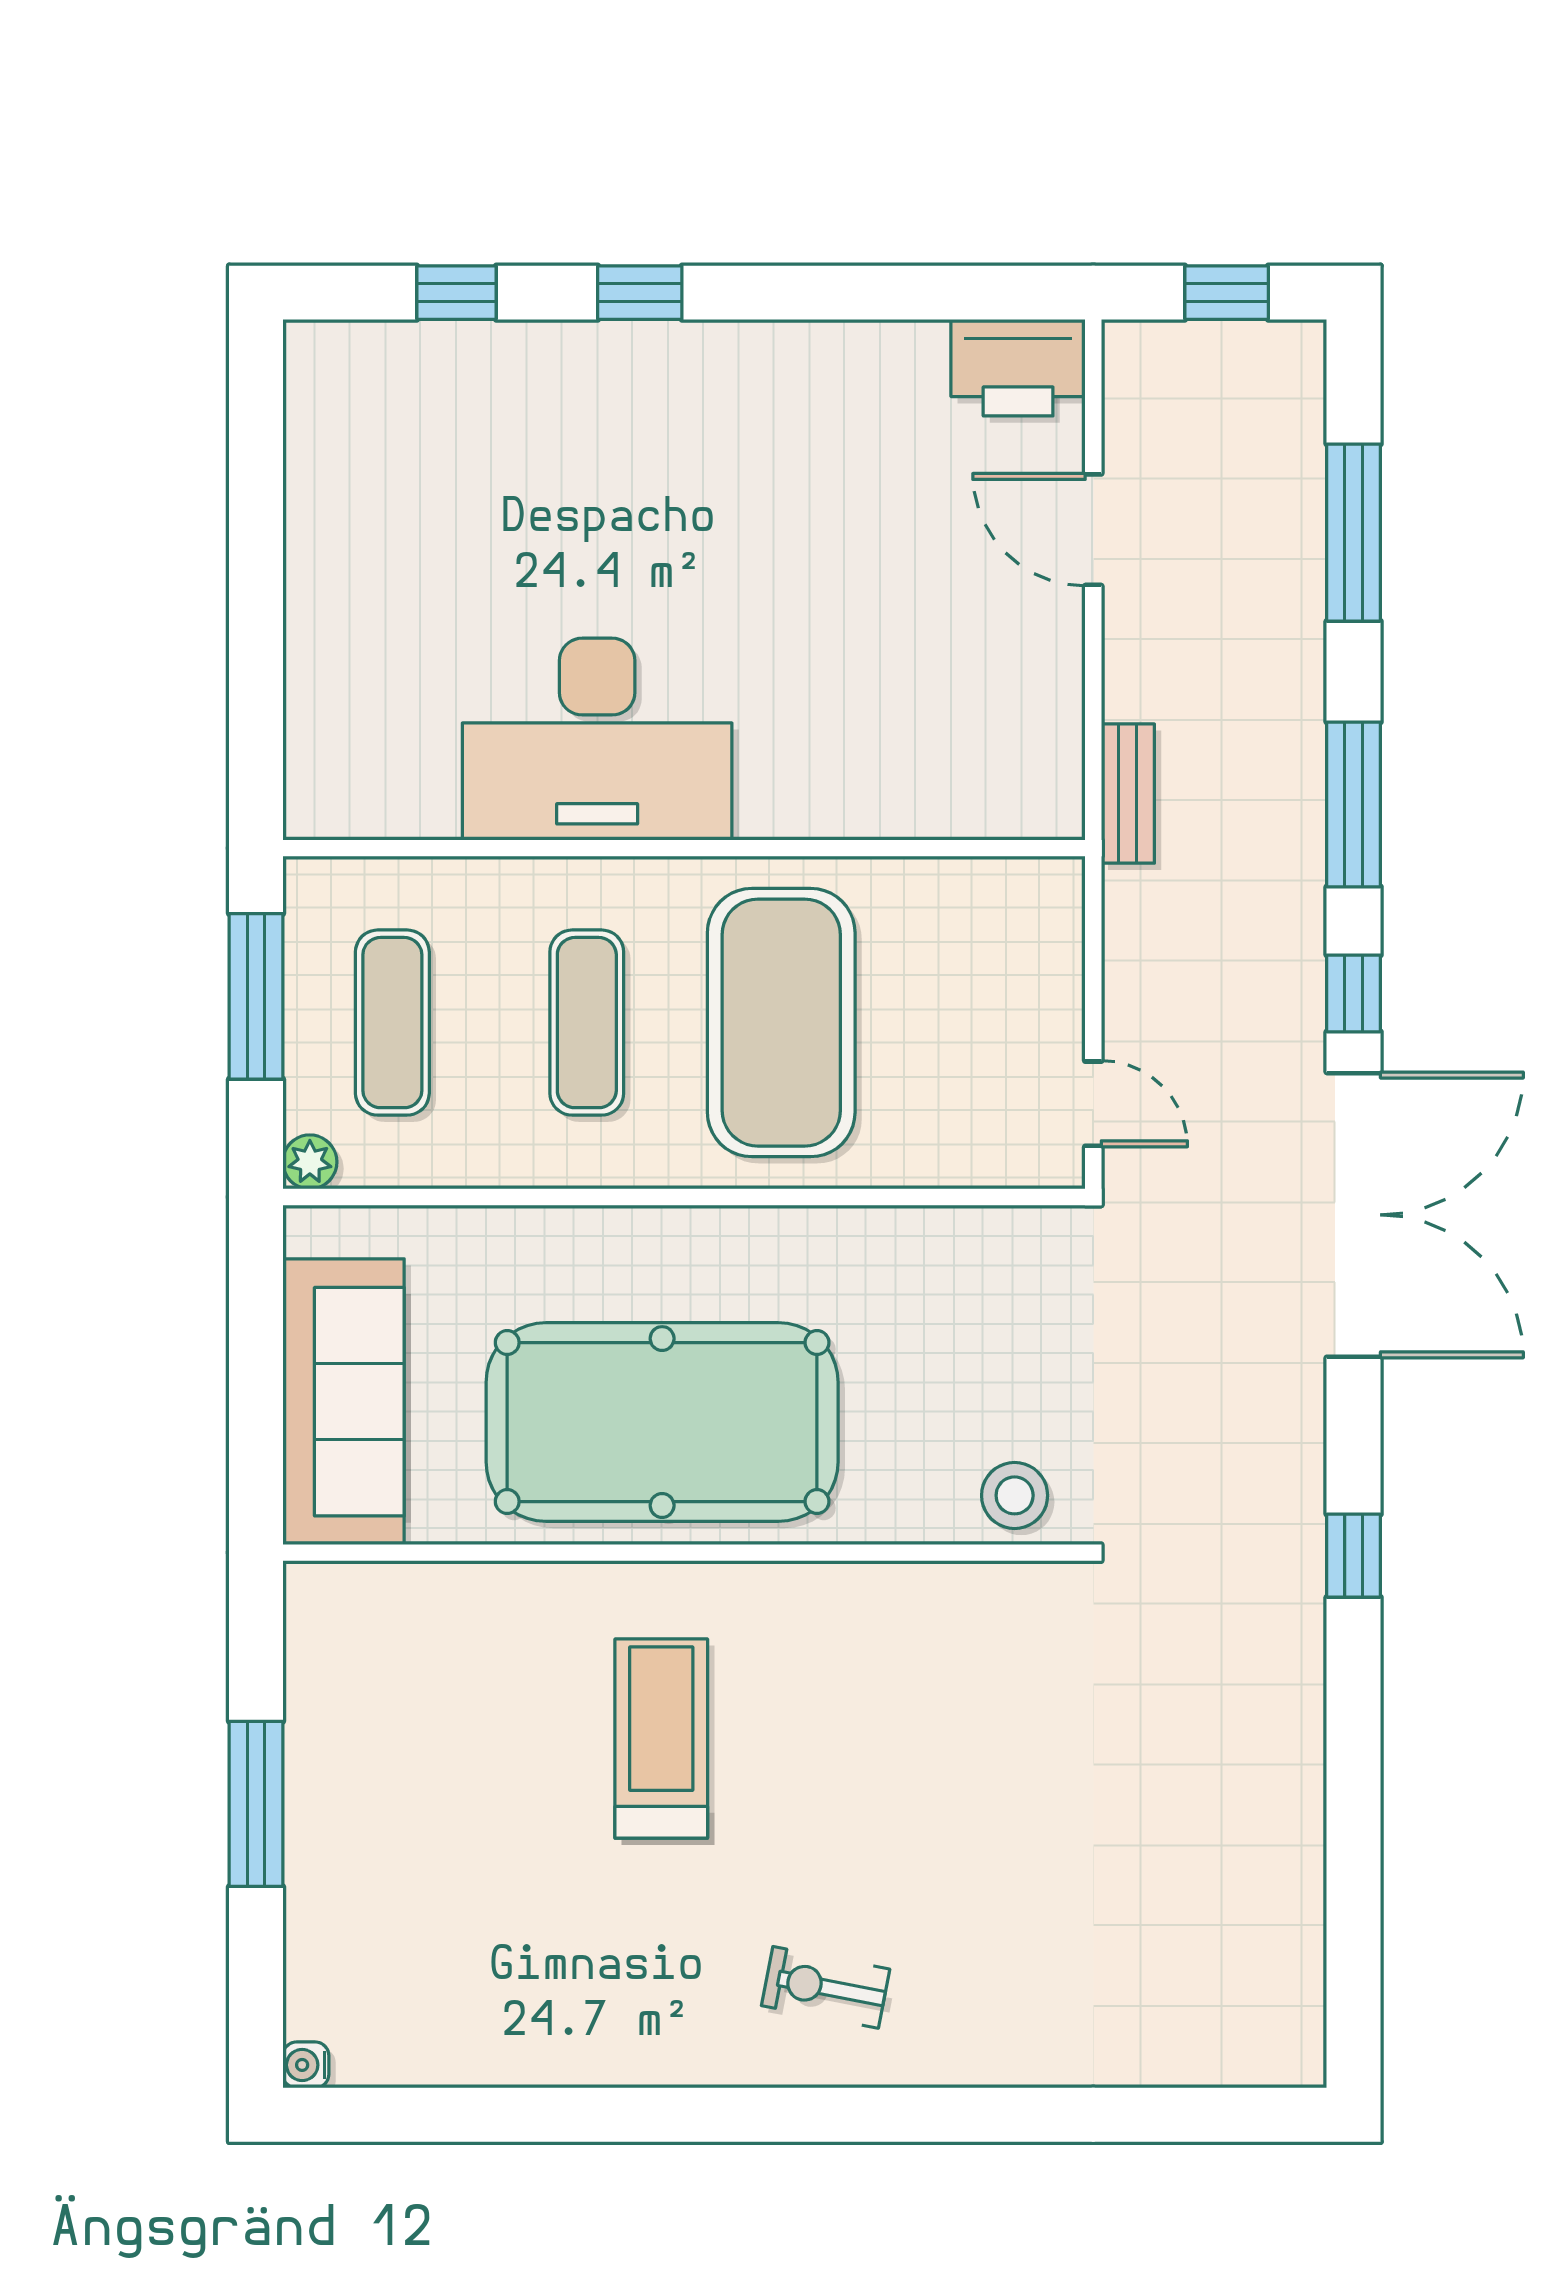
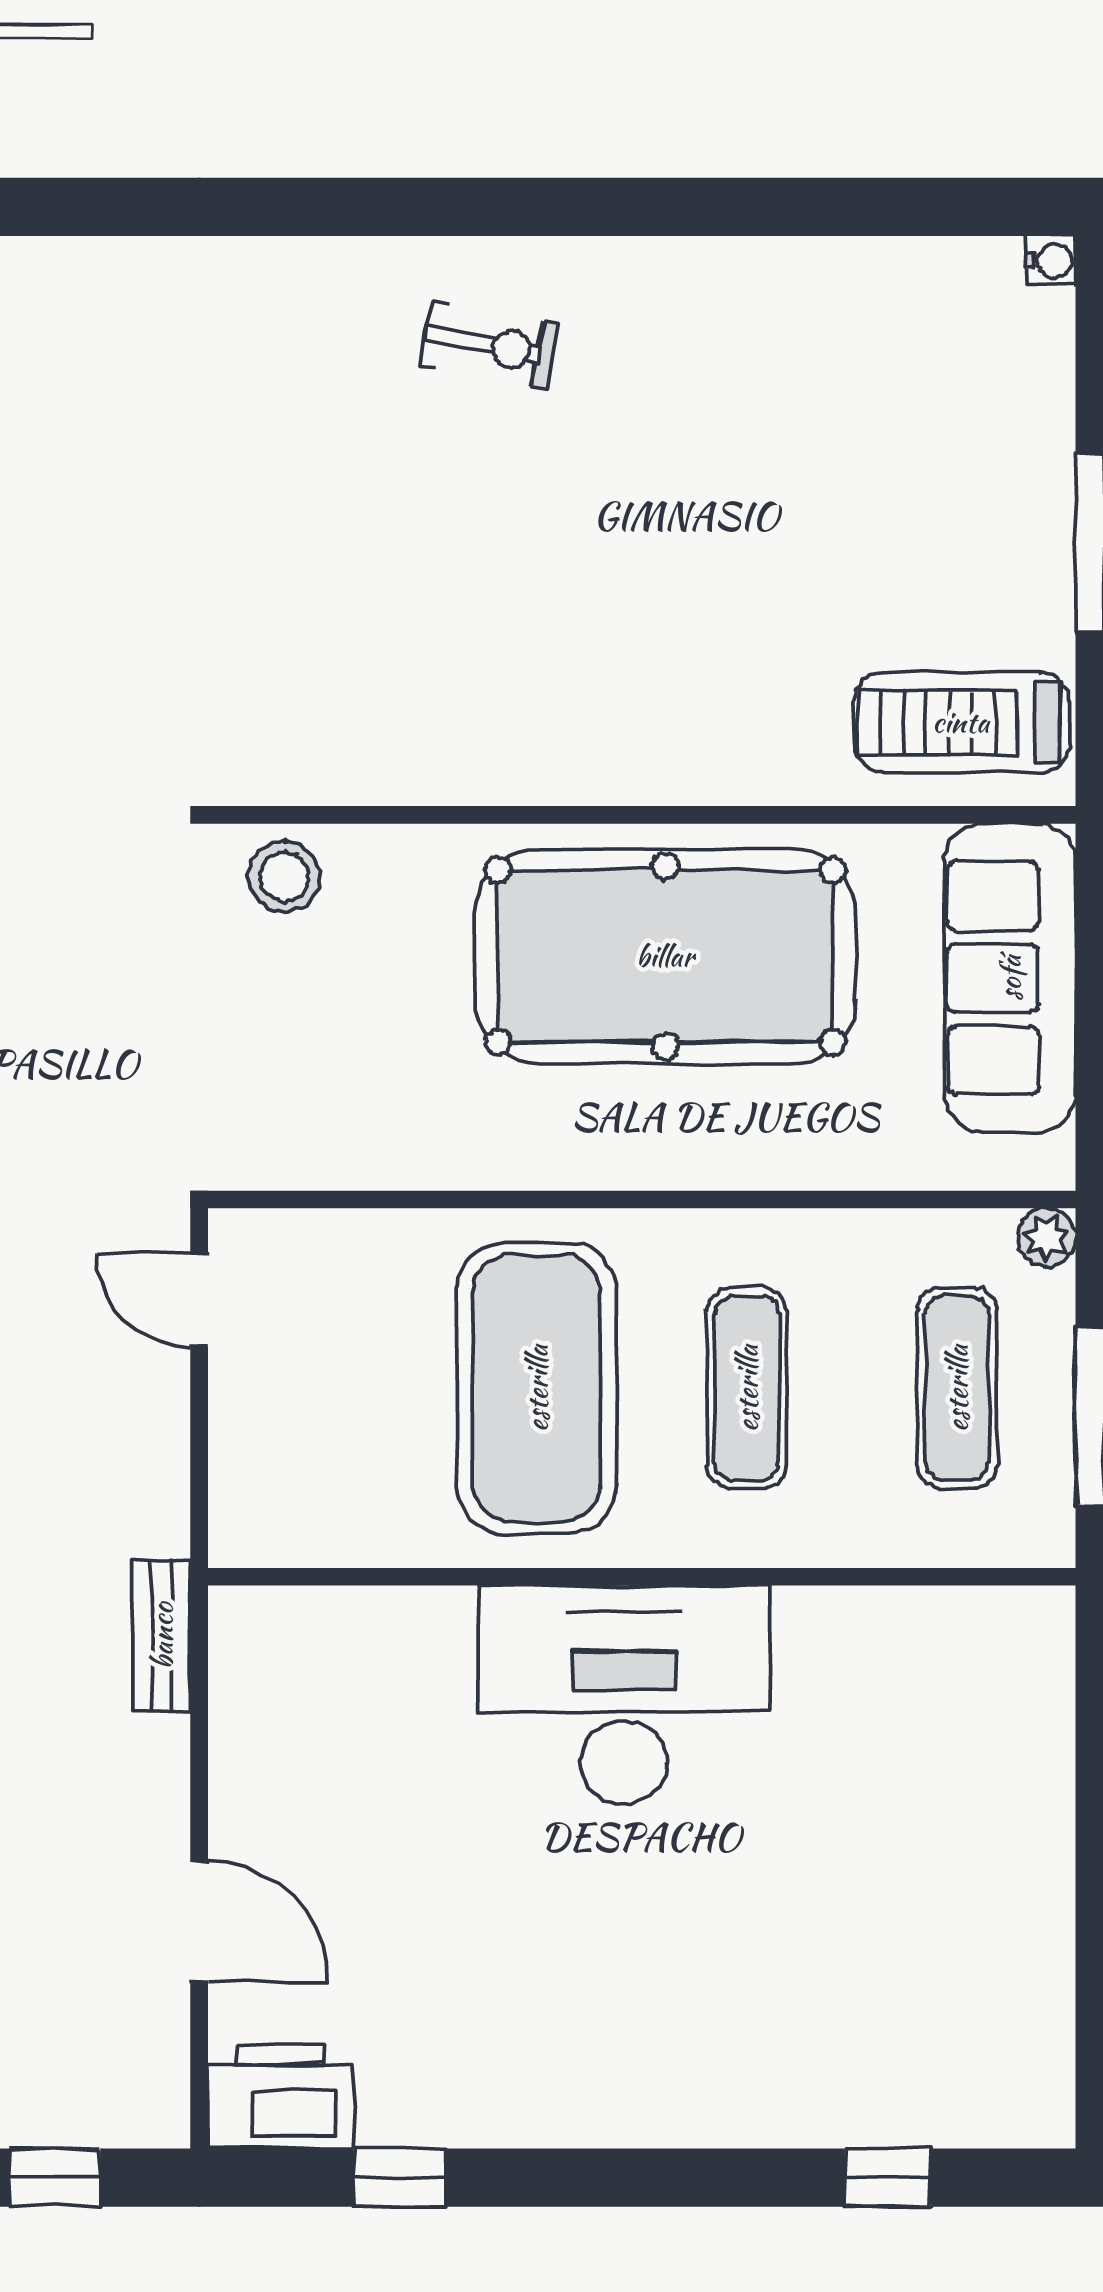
window: (640, 293) -> (399, 2178), moved
desk: (597, 739) -> (624, 1695), moved
treadmill: (661, 1739) -> (961, 722), moved, turned 90

